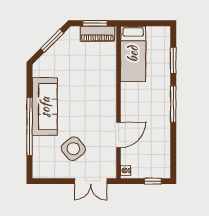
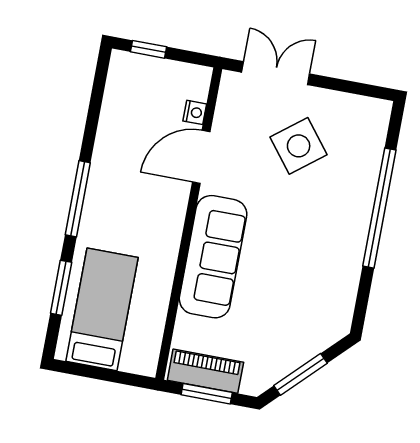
bed: (133, 54) -> (102, 309), moved
sofa: (45, 107) -> (213, 257), moved, turned 180
nightstand: (125, 171) -> (195, 112), moved

